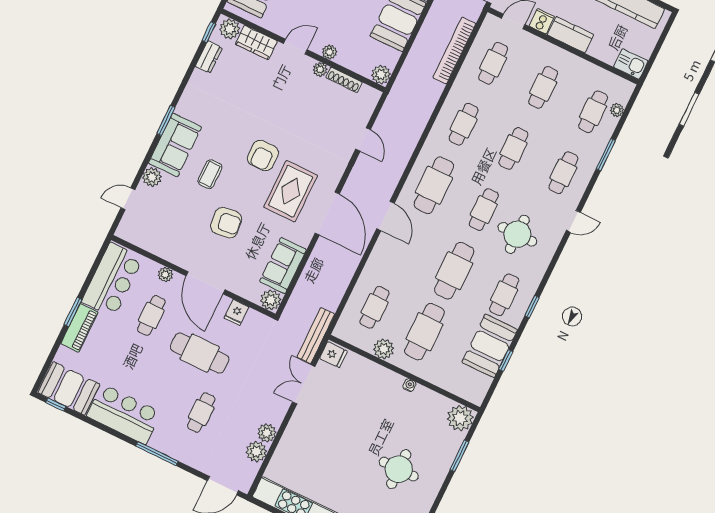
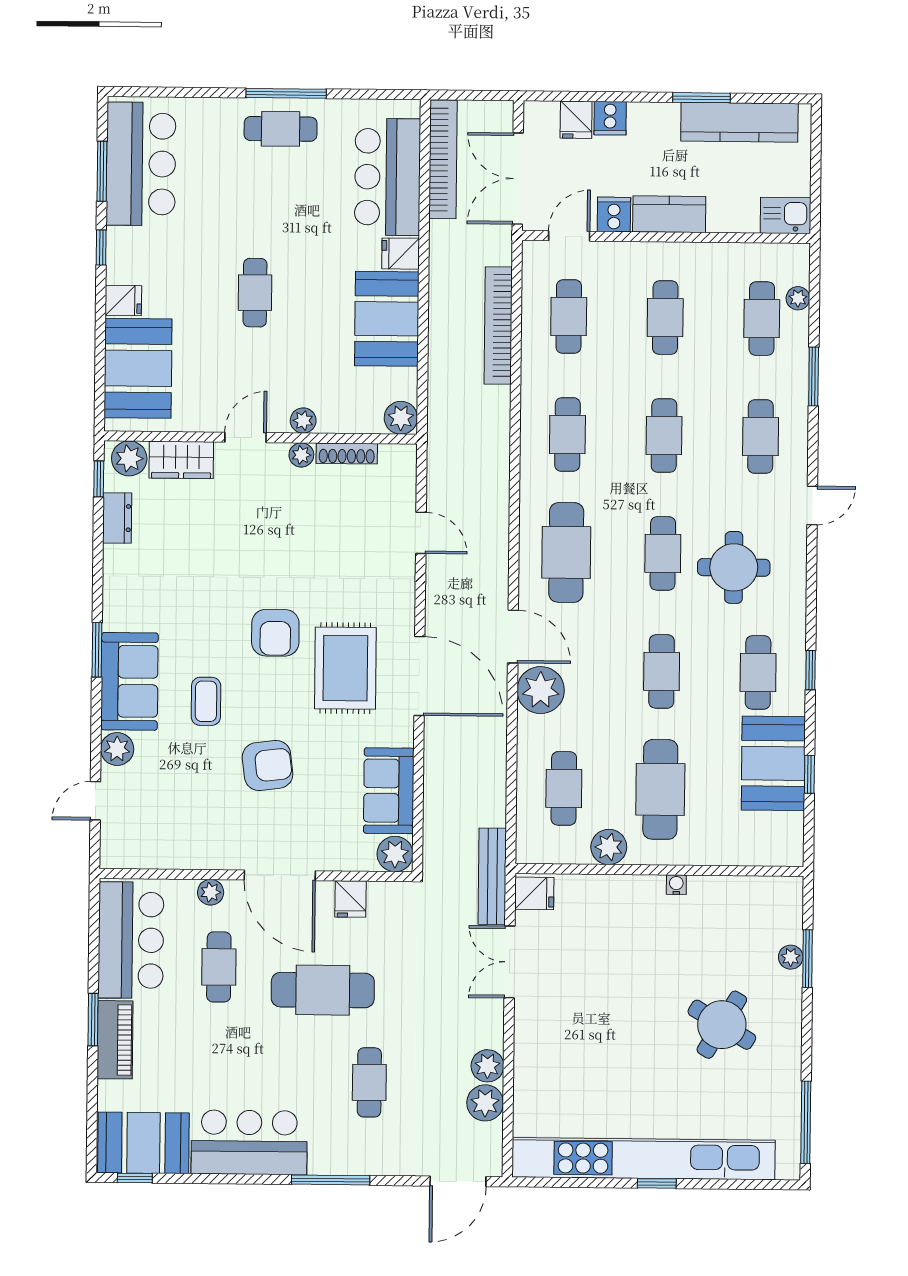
plant: (387, 251) -> (541, 690), added
cafe table: (454, 271) -> (662, 671), width x0.73, depth x0.74
plant: (460, 418) -> (791, 957), moved, width x0.53, depth x0.53
round table: (399, 469) -> (722, 1025), turned 31

